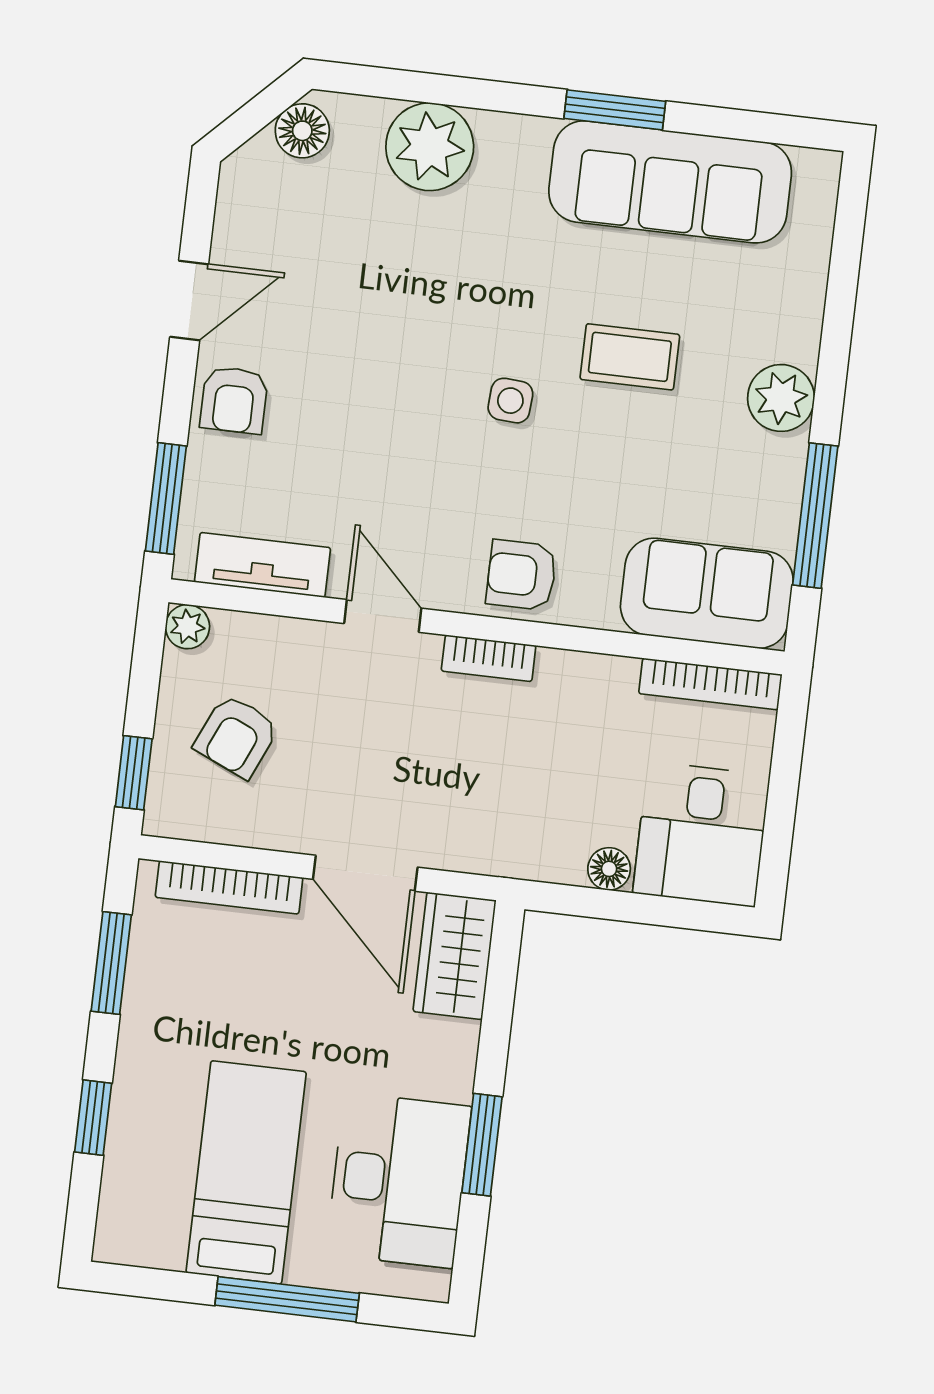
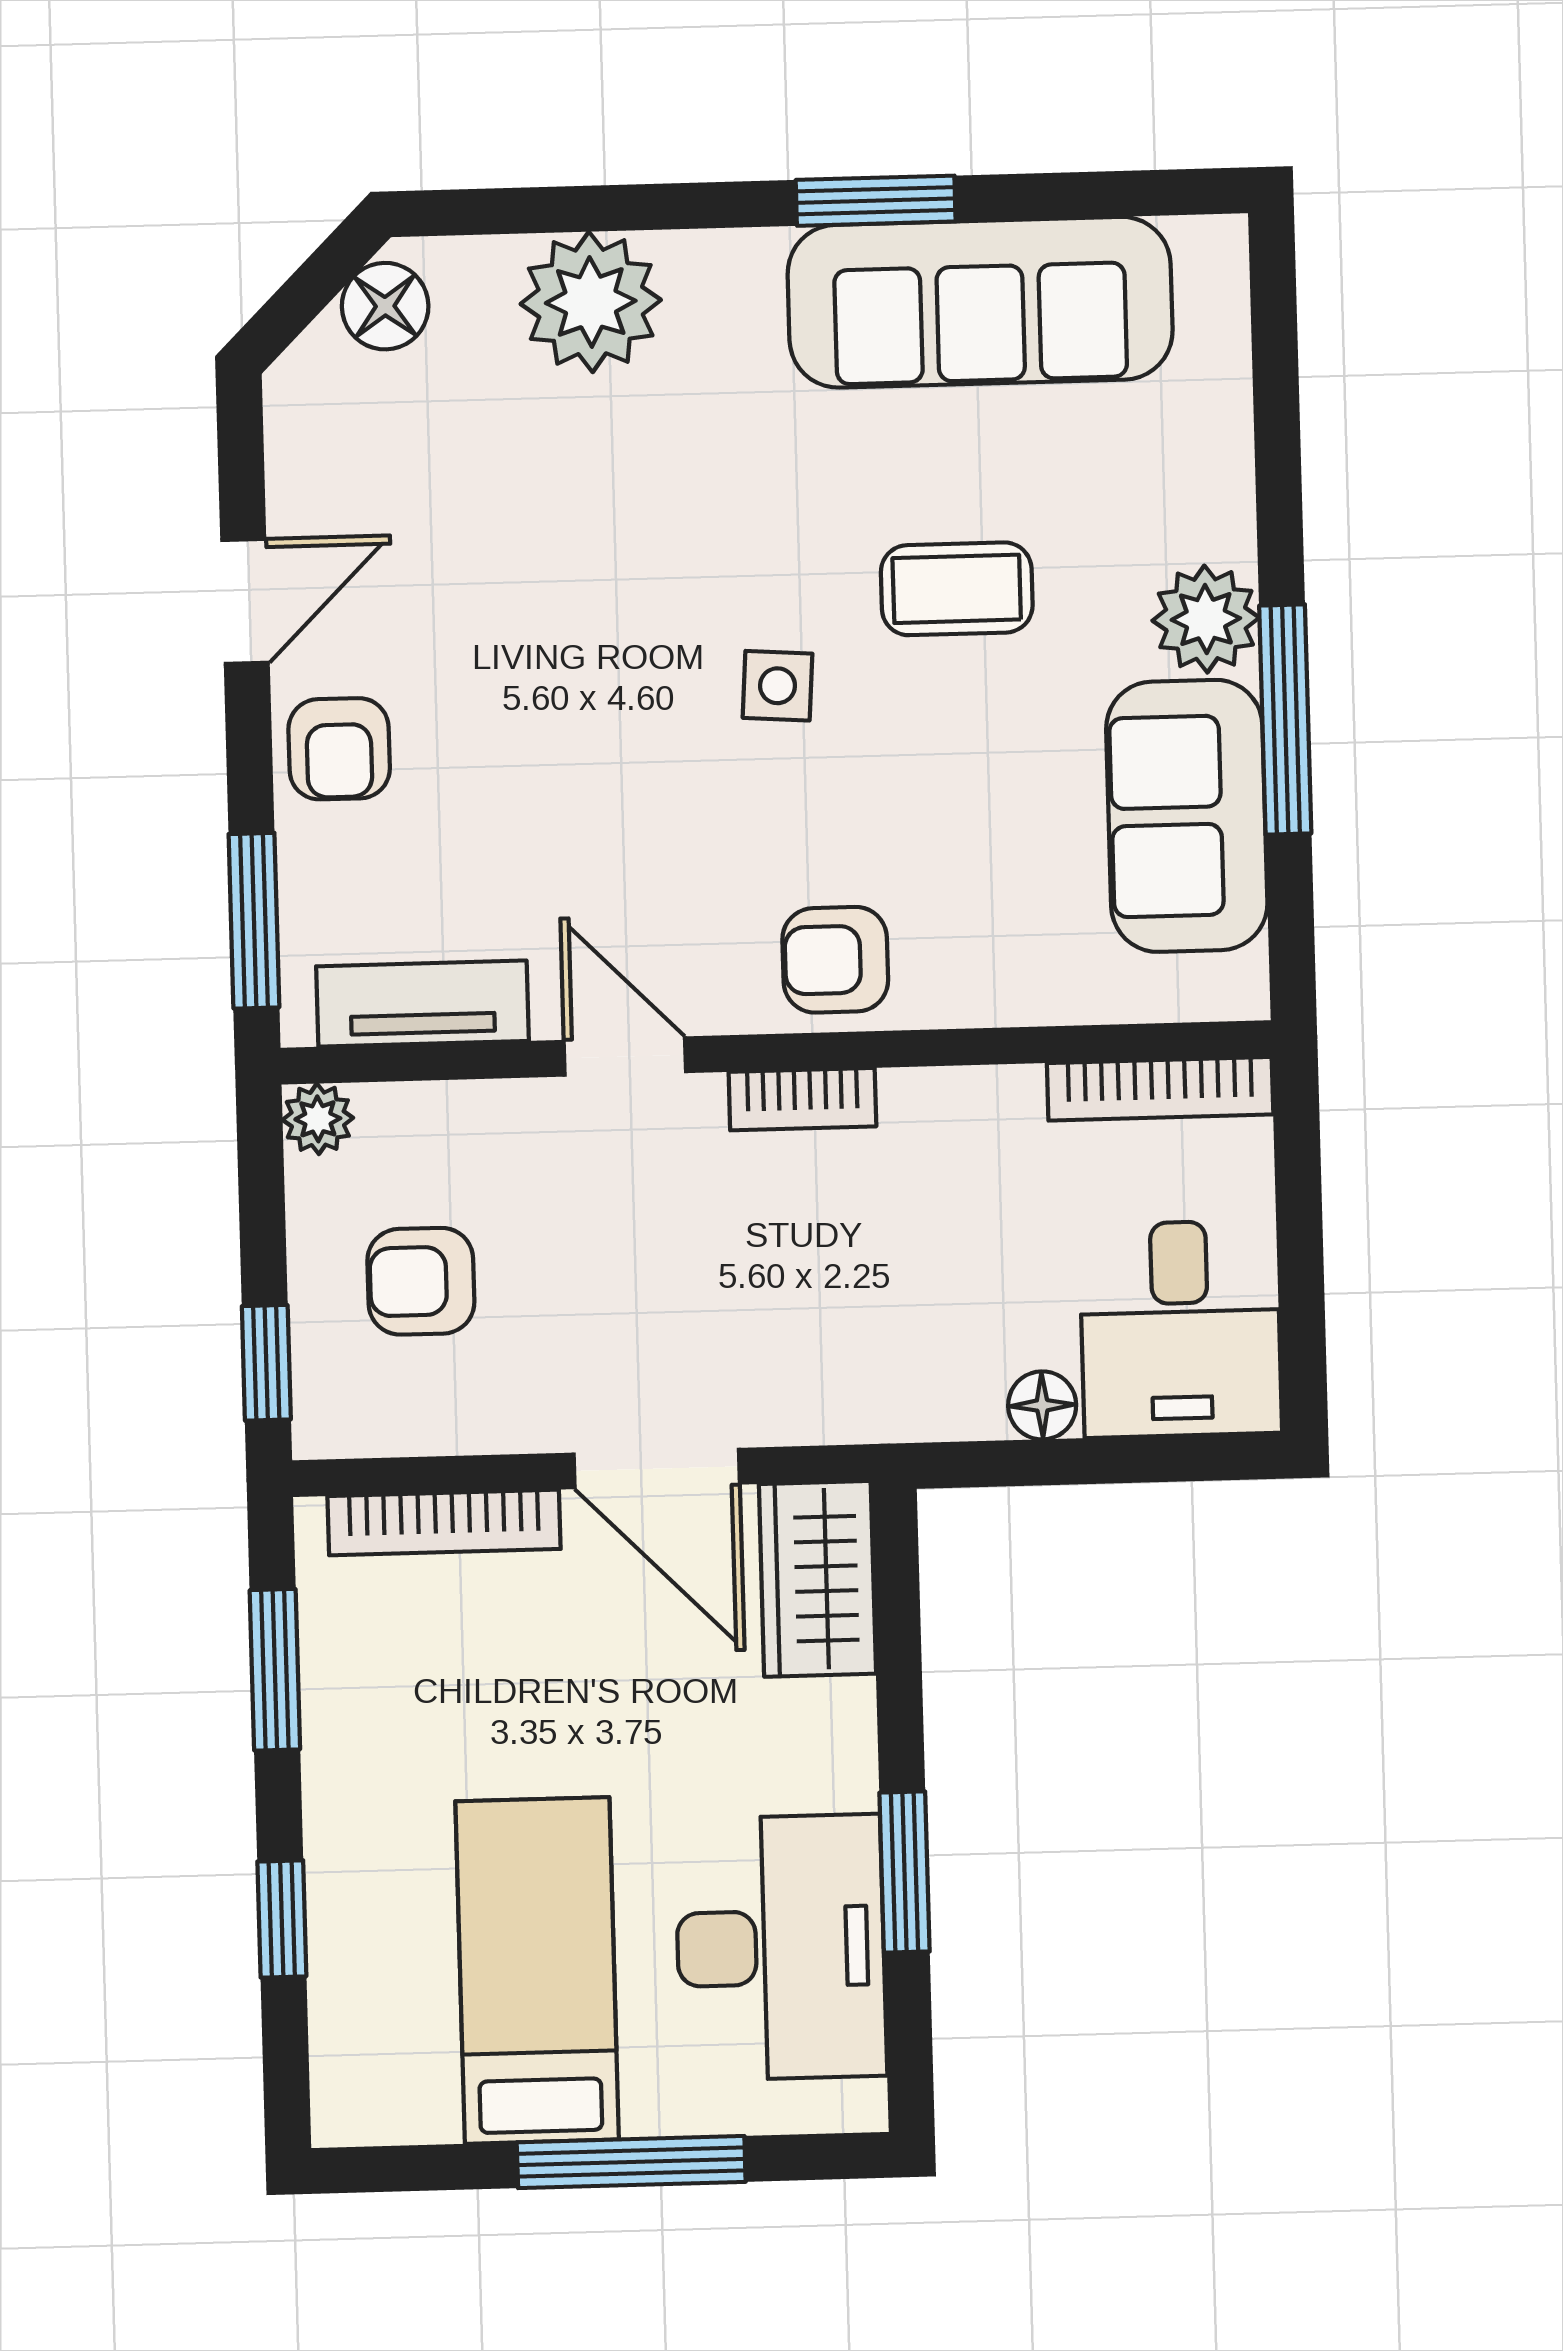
window: (815, 516) -> (1285, 719), moved
sofa: (707, 593) -> (1187, 816), moved, turned -90
armchair: (237, 736) -> (421, 1281), turned 66

